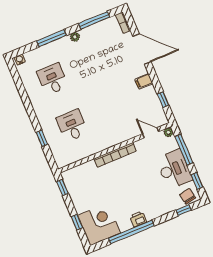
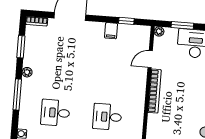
window: (94, 20) -> (21, 47), width x0.69
filing cabinet: (144, 81) -> (111, 31), moved
door: (151, 133) -> (150, 59), moved
window: (184, 150) -> (182, 25), width x0.69

